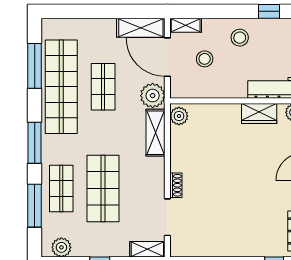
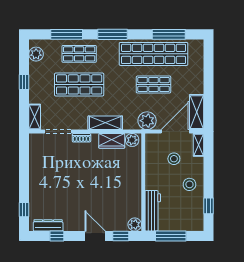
wardrobe: (259, 114) -> (112, 141), moved, turned -90
shelving: (156, 133) -> (105, 123), moved

